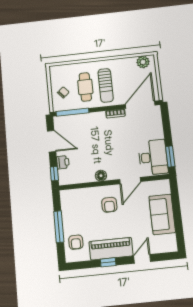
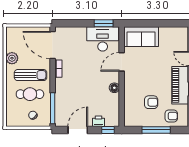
plant: (143, 62) -> (12, 58), moved
door: (130, 181) -> (122, 62), swing flipped
armchair: (109, 205) -> (151, 102), moved
sofa: (162, 214) -> (141, 37), moved

